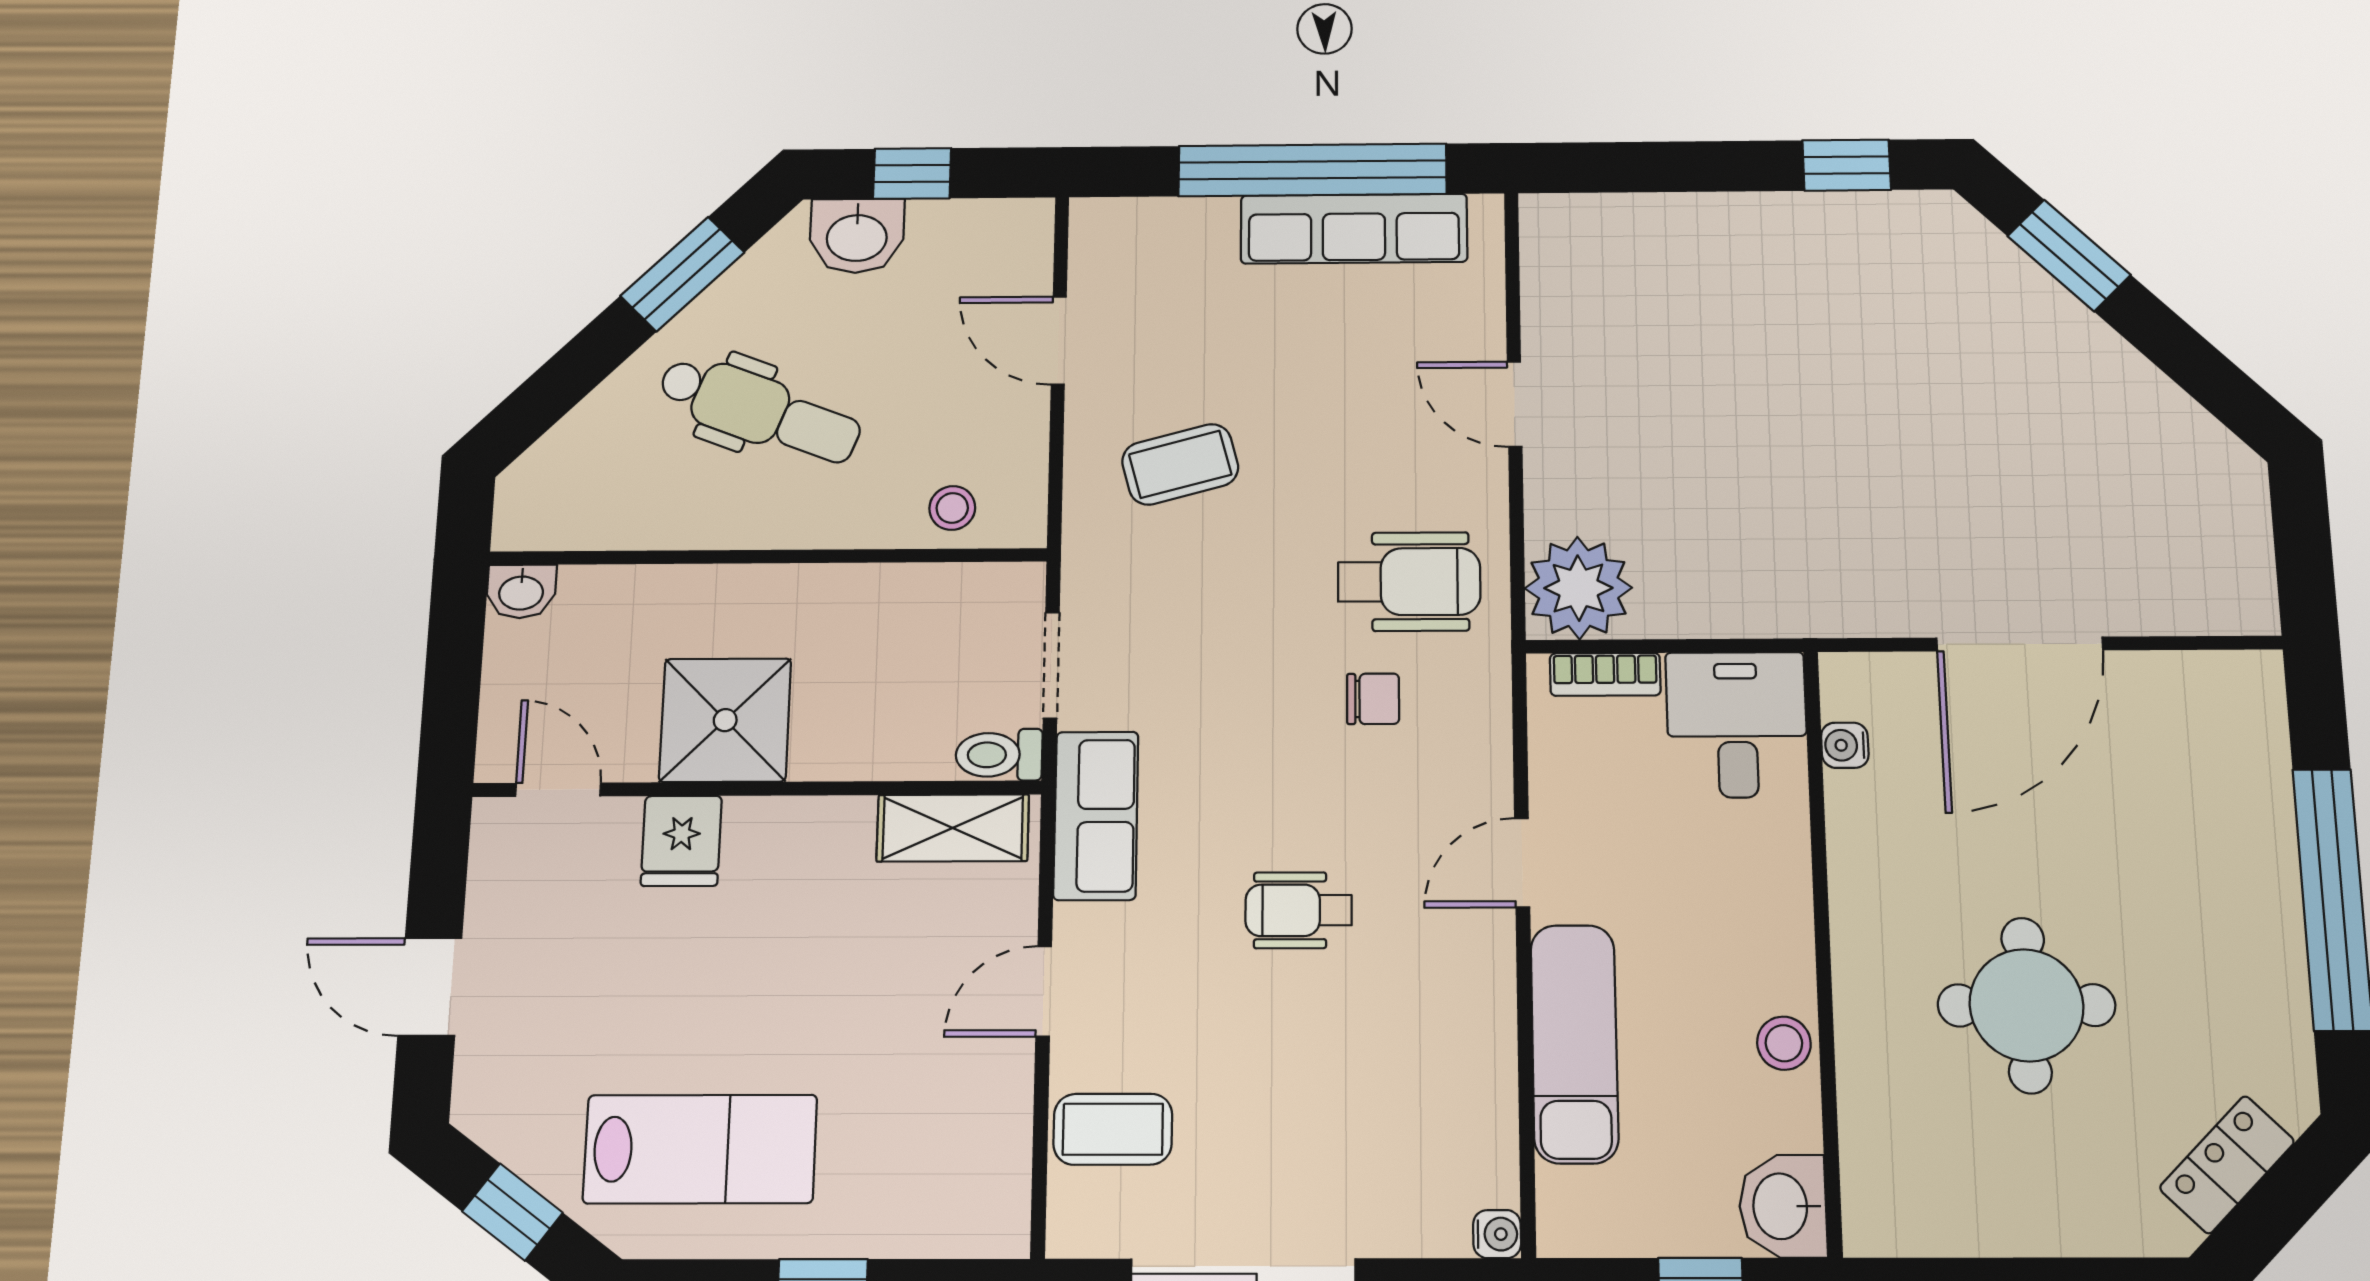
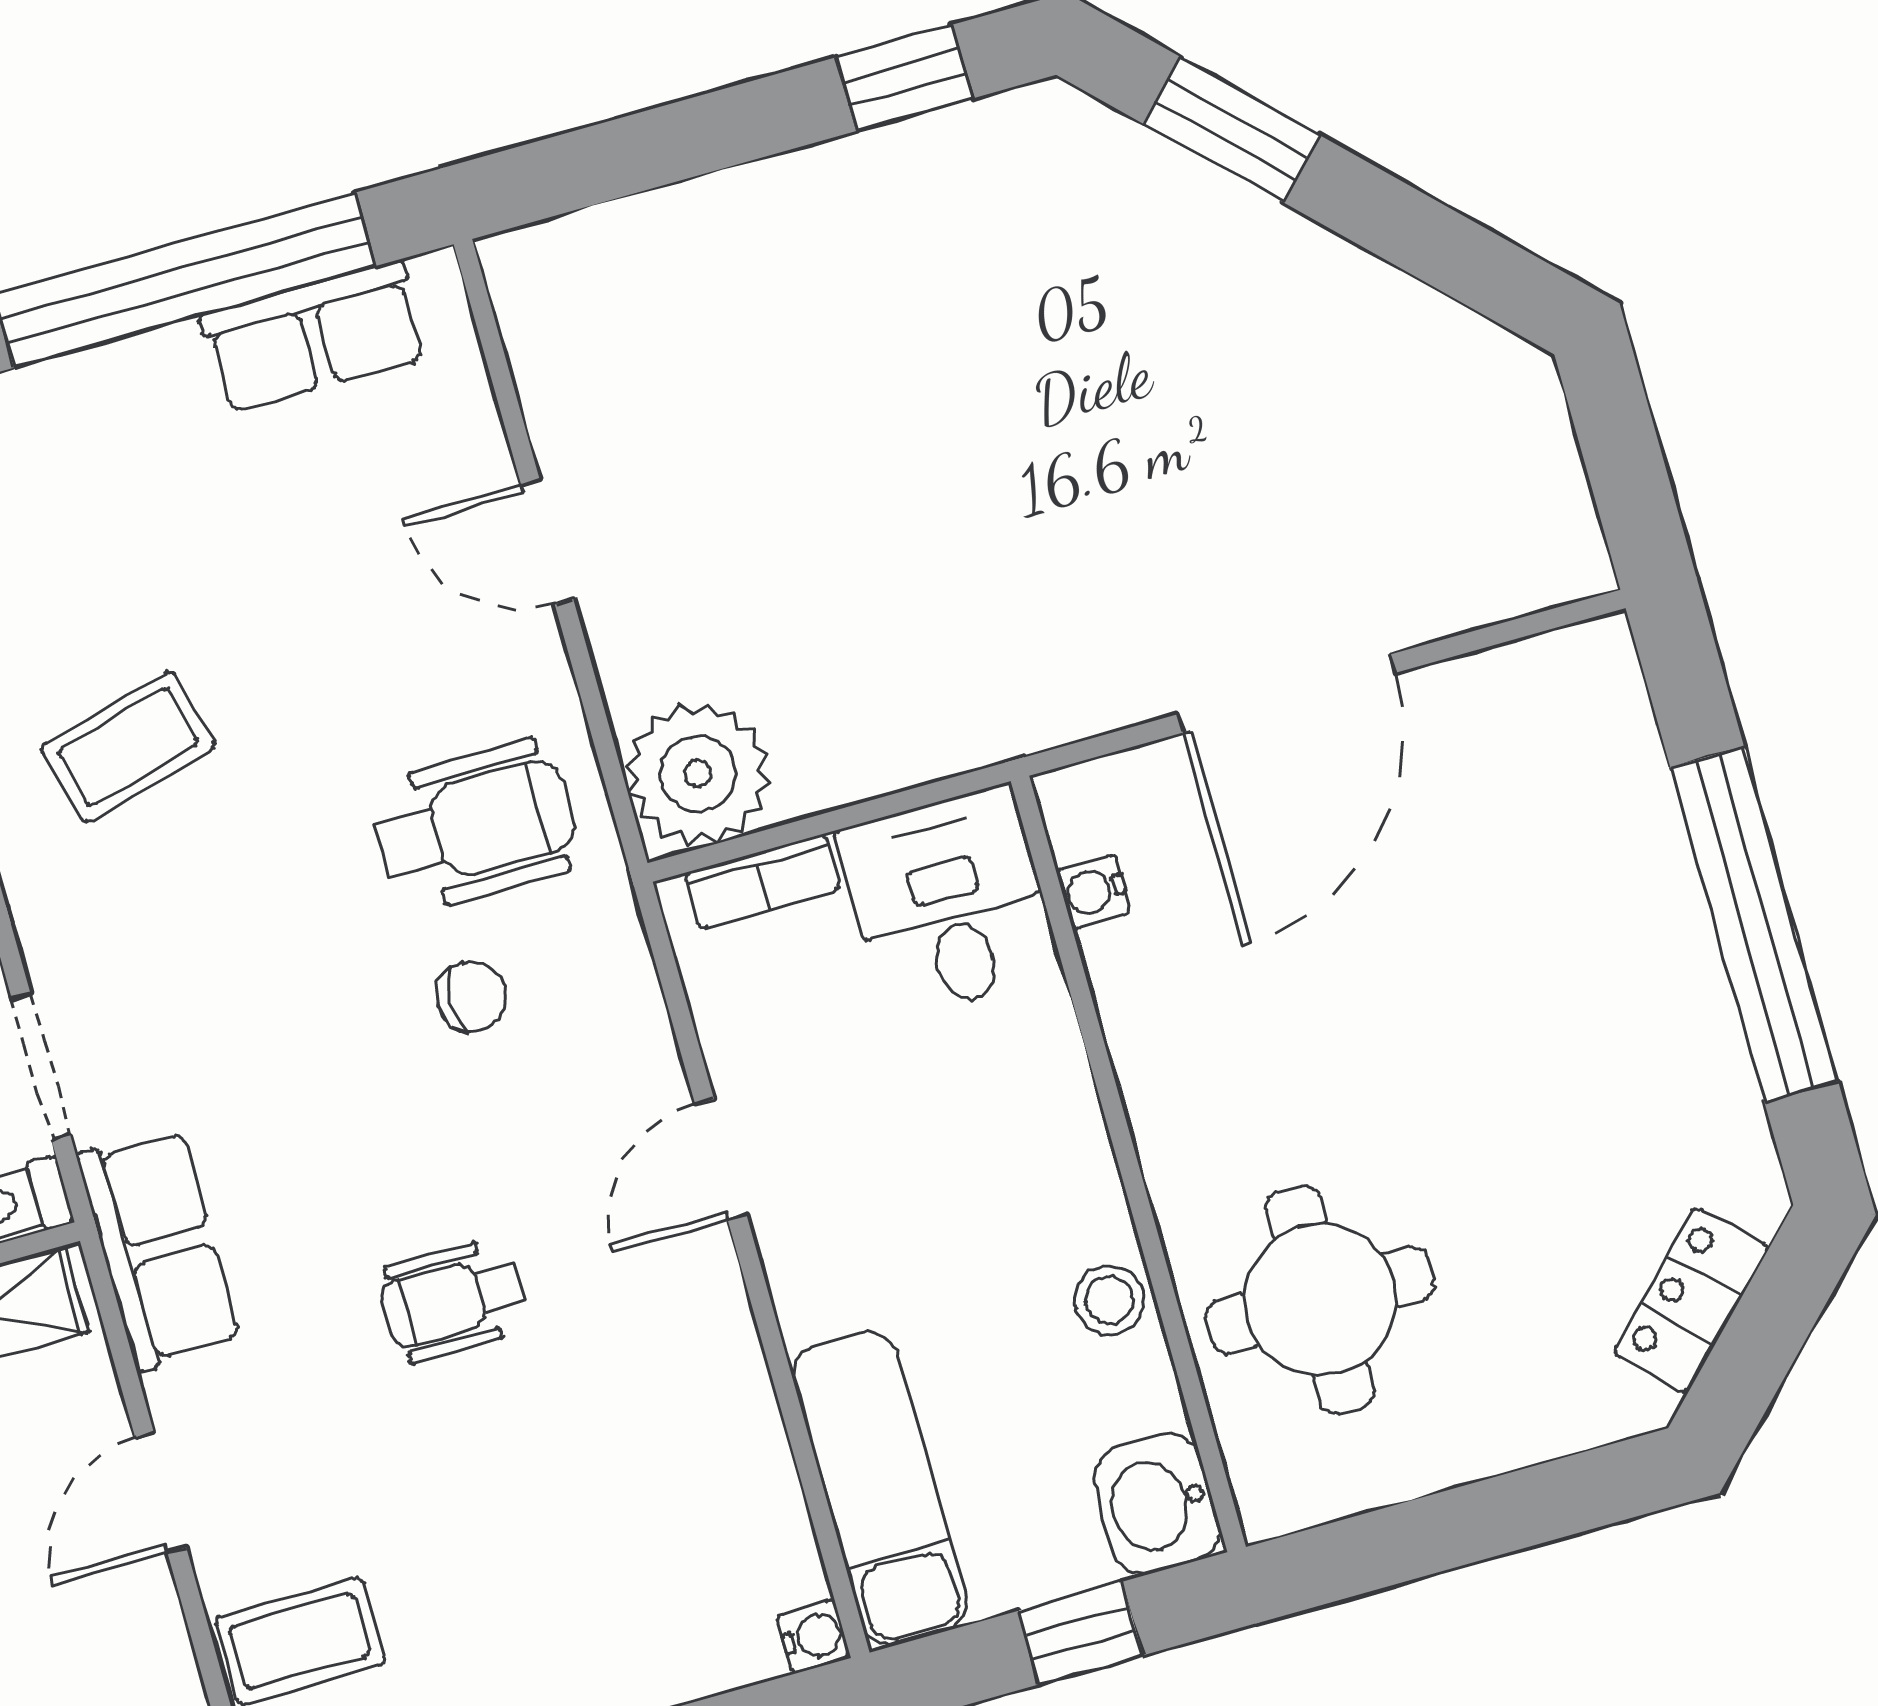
row of seats: (1354, 229) -> (314, 336), width x0.68
round table: (2026, 1005) -> (1320, 1300), moved
exam couch: (1574, 1043) -> (880, 1489), moved

